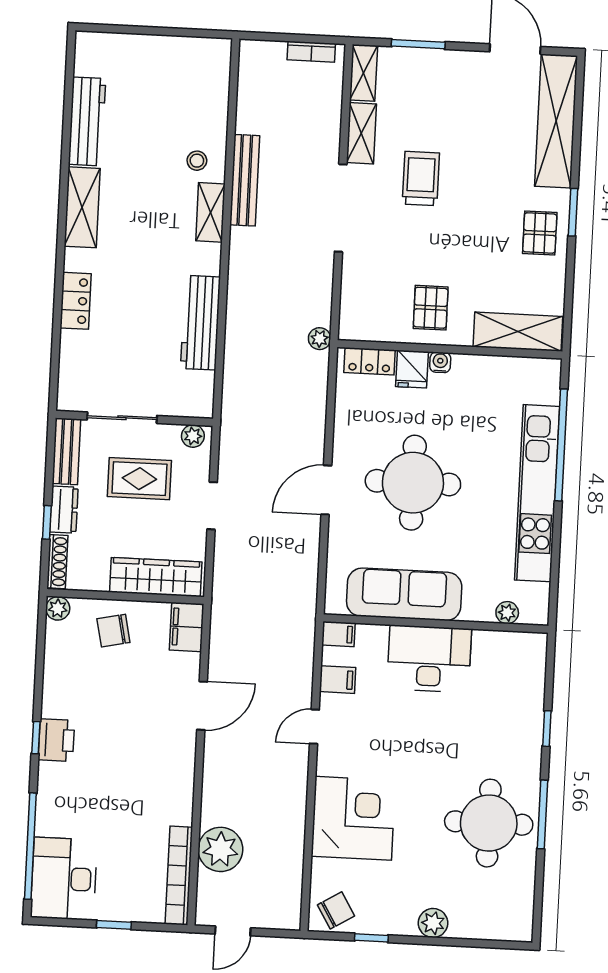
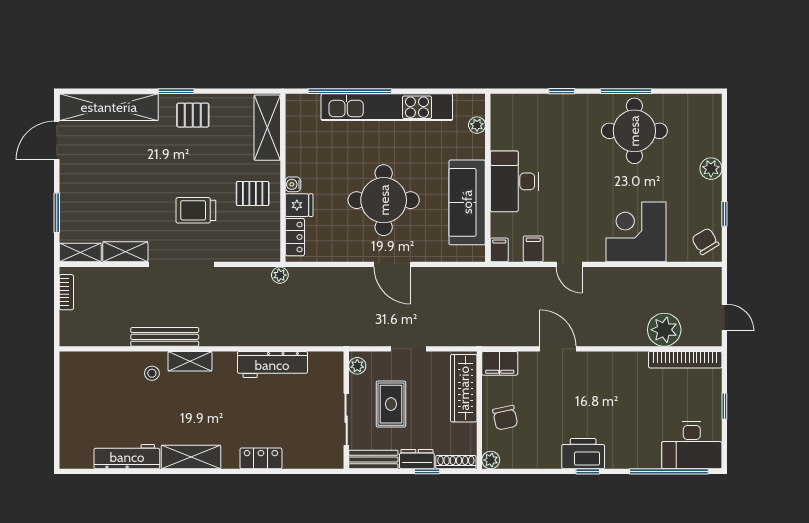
trolley: (421, 178) -> (196, 210), moved
printer: (56, 740) -> (583, 454), width x1.37, depth x1.19

